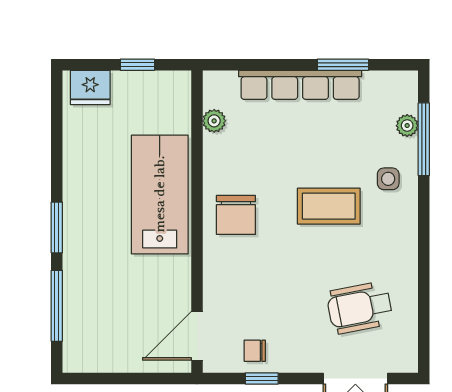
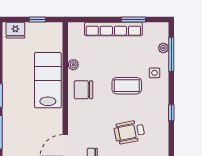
plant: (214, 121) -> (73, 65), moved
chair: (236, 215) -> (83, 90), turned 90
window: (424, 264) -> (171, 113), added
wheelchair: (360, 308) -> (129, 132), moved

